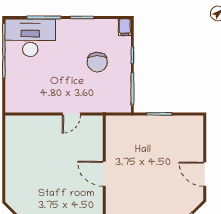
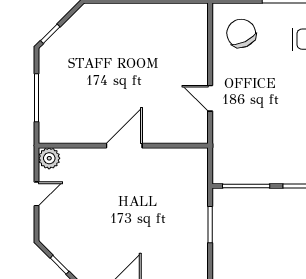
chair: (97, 62) -> (241, 33), moved, turned 65

